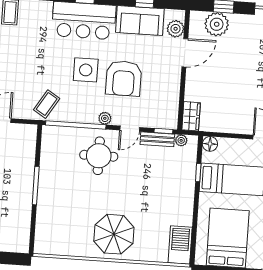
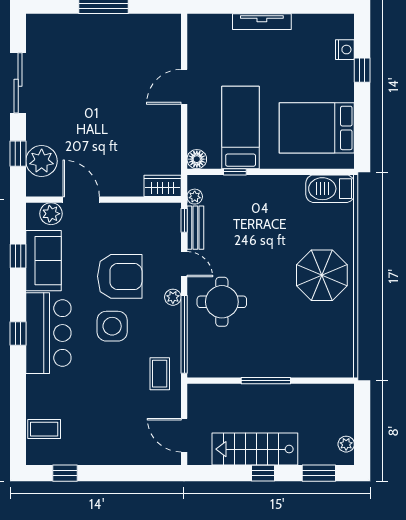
coffee table: (47, 104) -> (160, 374), turned 58

